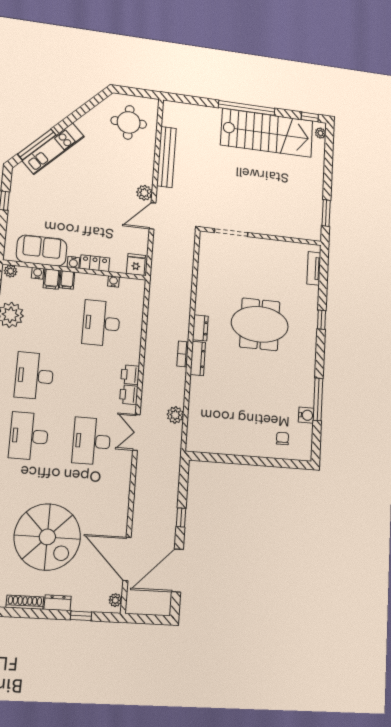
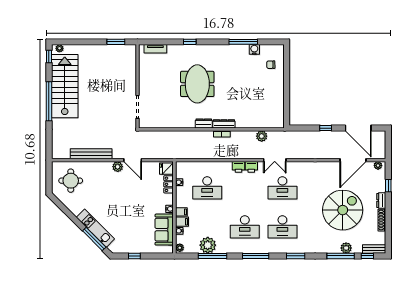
locker: (95, 263) -> (169, 184), moved

